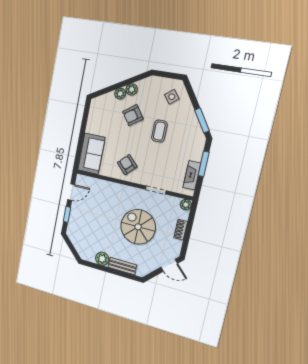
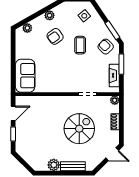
plant: (120, 94) -> (27, 28), moved
armchair: (127, 165) -> (106, 47), moved
spiral stairs: (138, 227) -> (79, 129), turned 90

